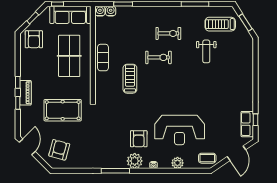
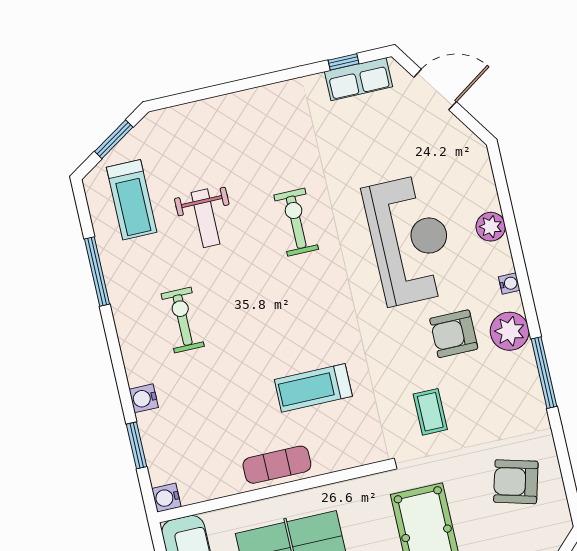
water cooler: (111, 11) -> (144, 398), moved
weight bench: (206, 51) -> (206, 218), turned 90
exercise bike: (159, 57) -> (296, 222), moved
armchair: (139, 139) -> (454, 334), turned 180
armchair: (59, 150) -> (516, 482), moved
coffee table: (207, 158) -> (430, 412), moved

